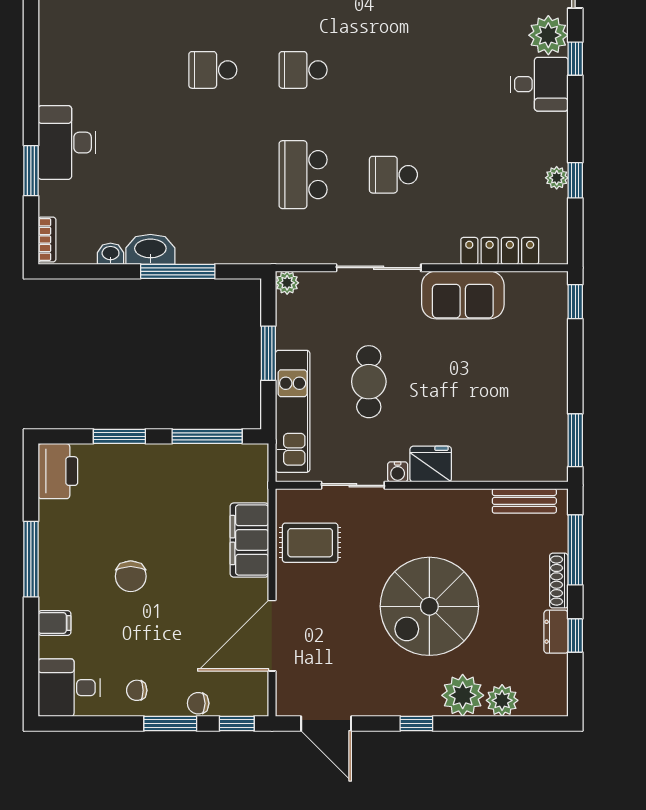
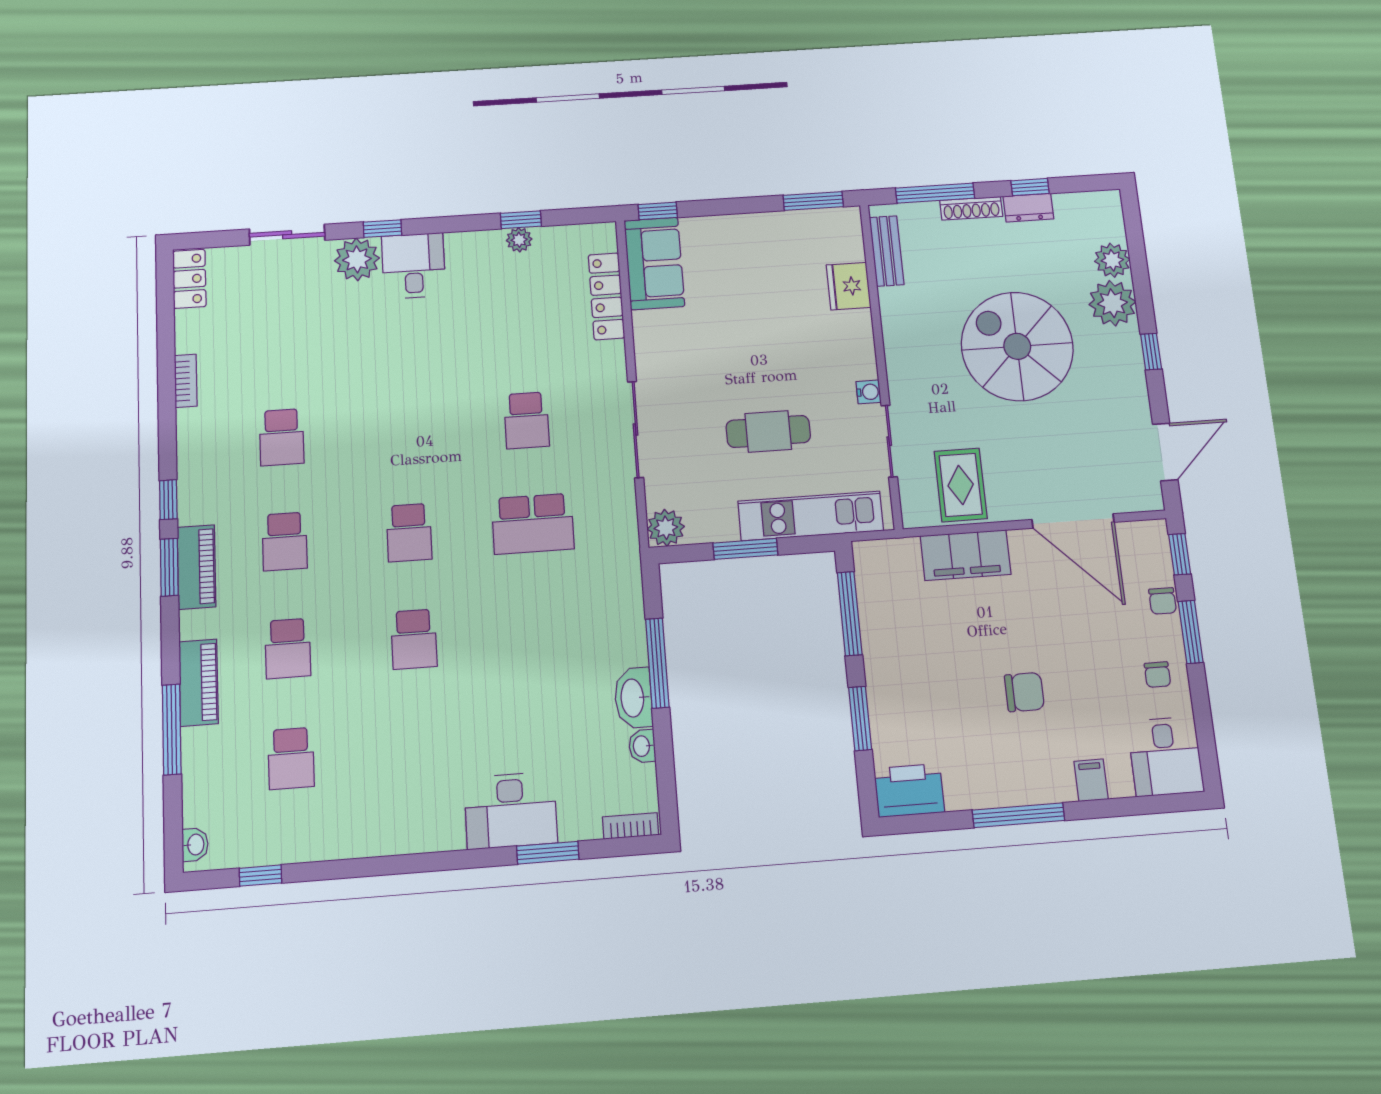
plant: (287, 283) -> (666, 528), width x1.38, depth x1.38
sofa: (463, 295) -> (654, 263), moved
fridge: (431, 464) -> (849, 286), moved
spiral stairs: (429, 606) -> (1017, 346), turned 180

